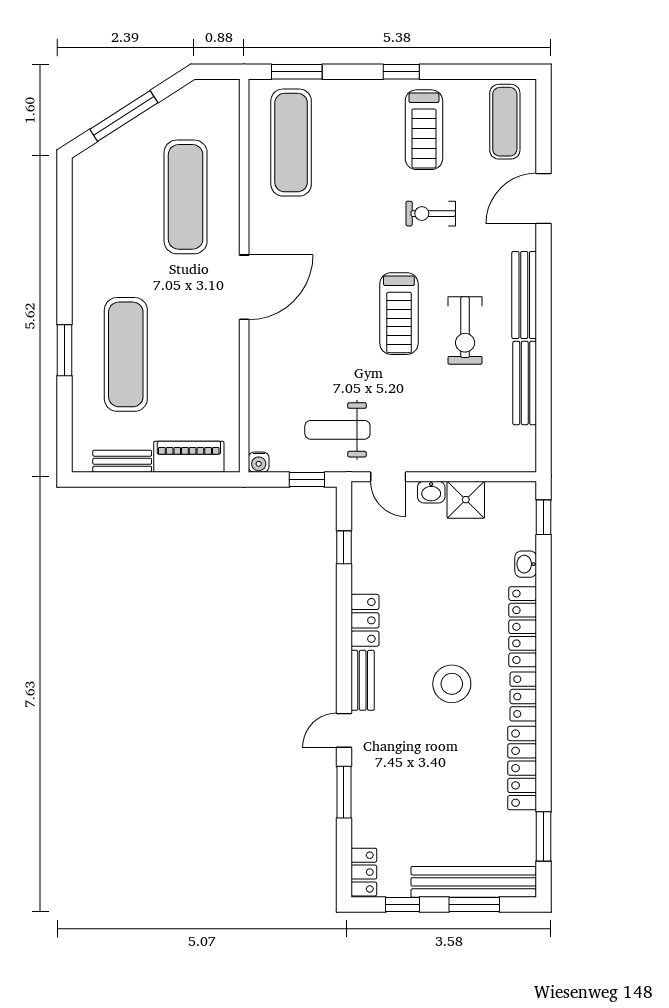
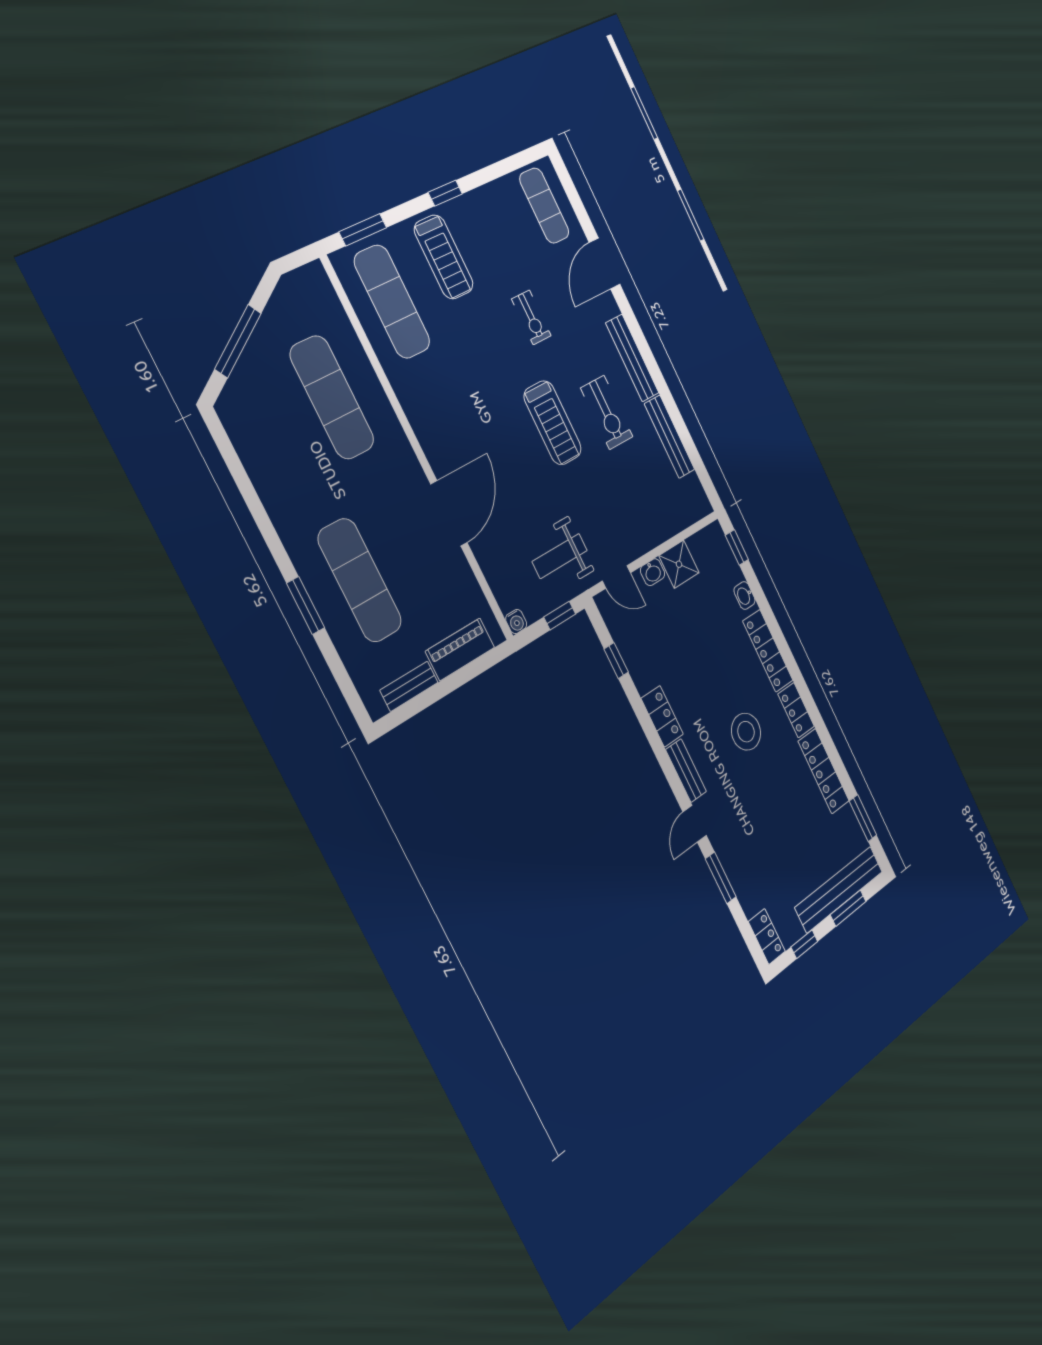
treadmill: (424, 130) -> (444, 257), moved
exercise bike: (431, 214) -> (531, 317), turned -90
door: (244, 287) -> (449, 513), moved

